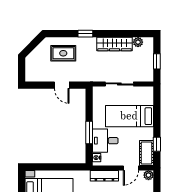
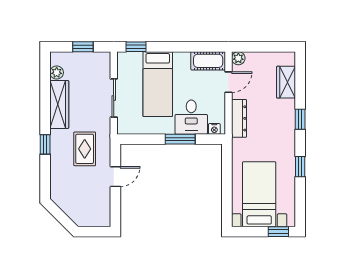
rug: (63, 53) -> (85, 149), moved
window: (157, 144) -> (136, 47), moved
door: (131, 168) -> (228, 82), hinge flipped

